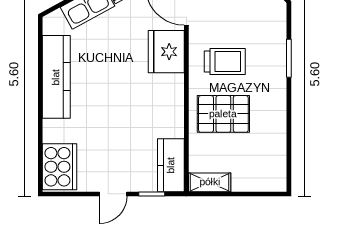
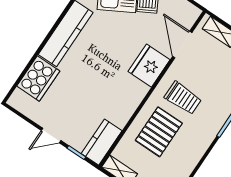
pallet: (223, 114) -> (159, 132), turned 90
cooker: (60, 167) -> (38, 79), moved

